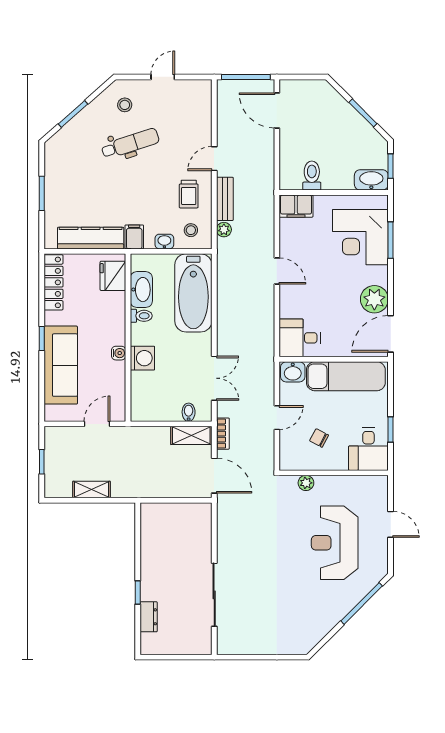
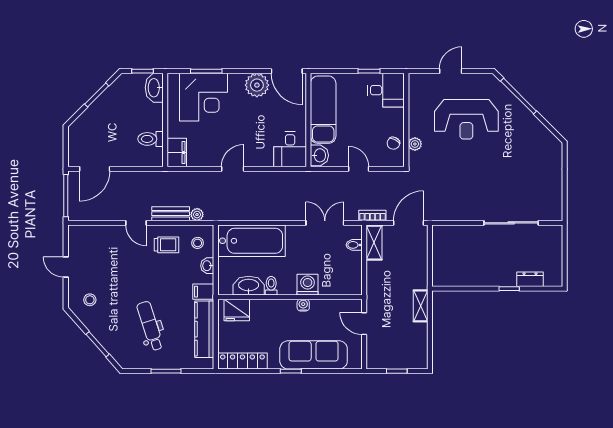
dental chair: (130, 144) -> (150, 326), moved
chair: (319, 438) -> (393, 143), moved
shelving: (91, 490) -> (421, 306), moved

